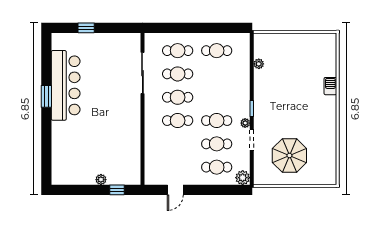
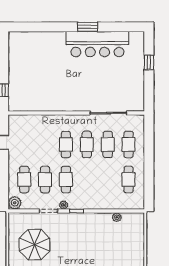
plant: (101, 180) -> (13, 76), removed

